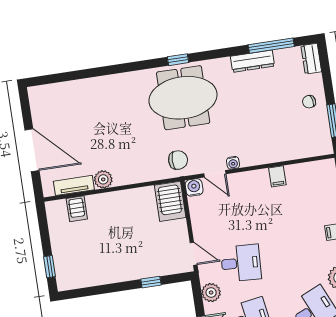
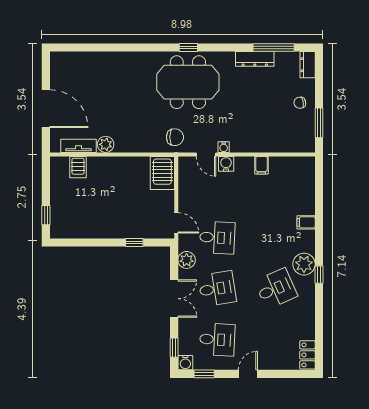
water cooler: (194, 187) -> (226, 164), moved

